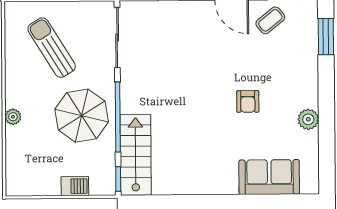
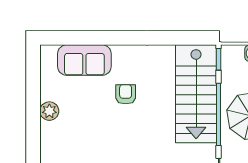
armchair: (248, 101) -> (126, 94), moved
stairs: (136, 155) -> (196, 94), width x1.36, depth x1.51

